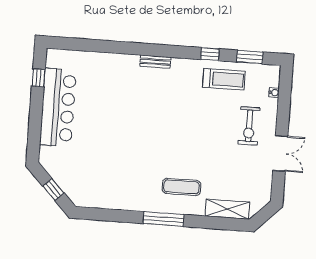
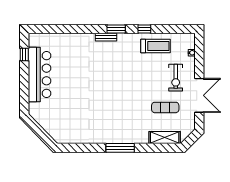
window: (250, 57) -> (116, 29), moved
double door: (280, 153) -> (199, 95), width x1.37
exercise mat: (181, 187) -> (165, 107), moved
window: (53, 190) -> (41, 133), removed

